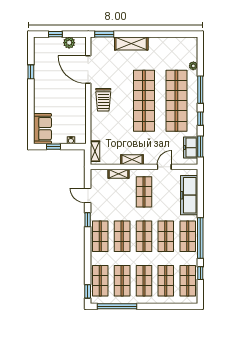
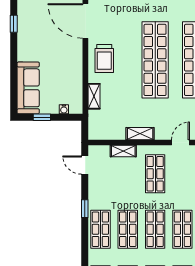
sofa: (42, 129) -> (28, 88), width x1.36
shelving: (95, 151) -> (94, 96), moved
door: (88, 195) -> (85, 165), moved

